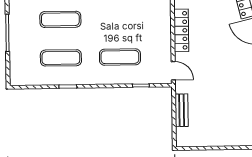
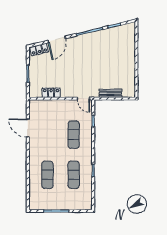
locker: (181, 30) -> (51, 93), width x0.66
door: (173, 71) -> (83, 99), swing flipped

